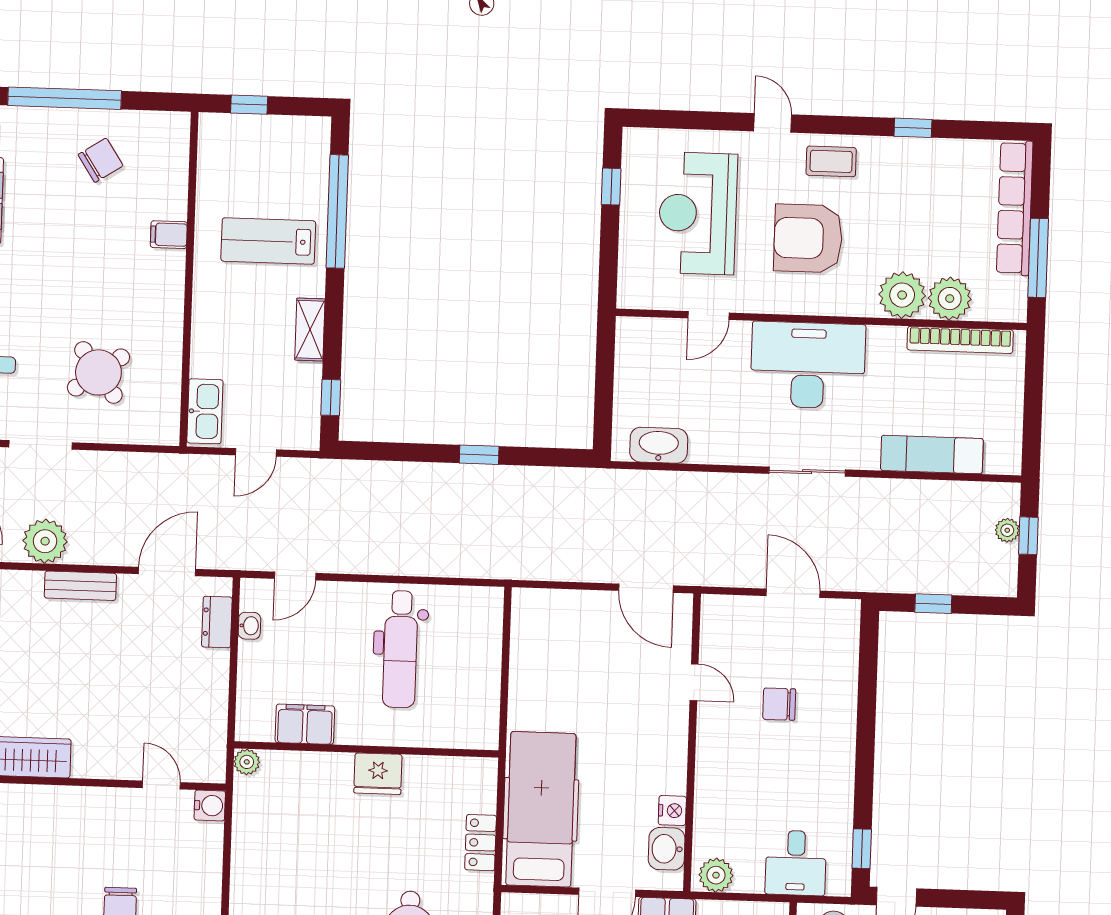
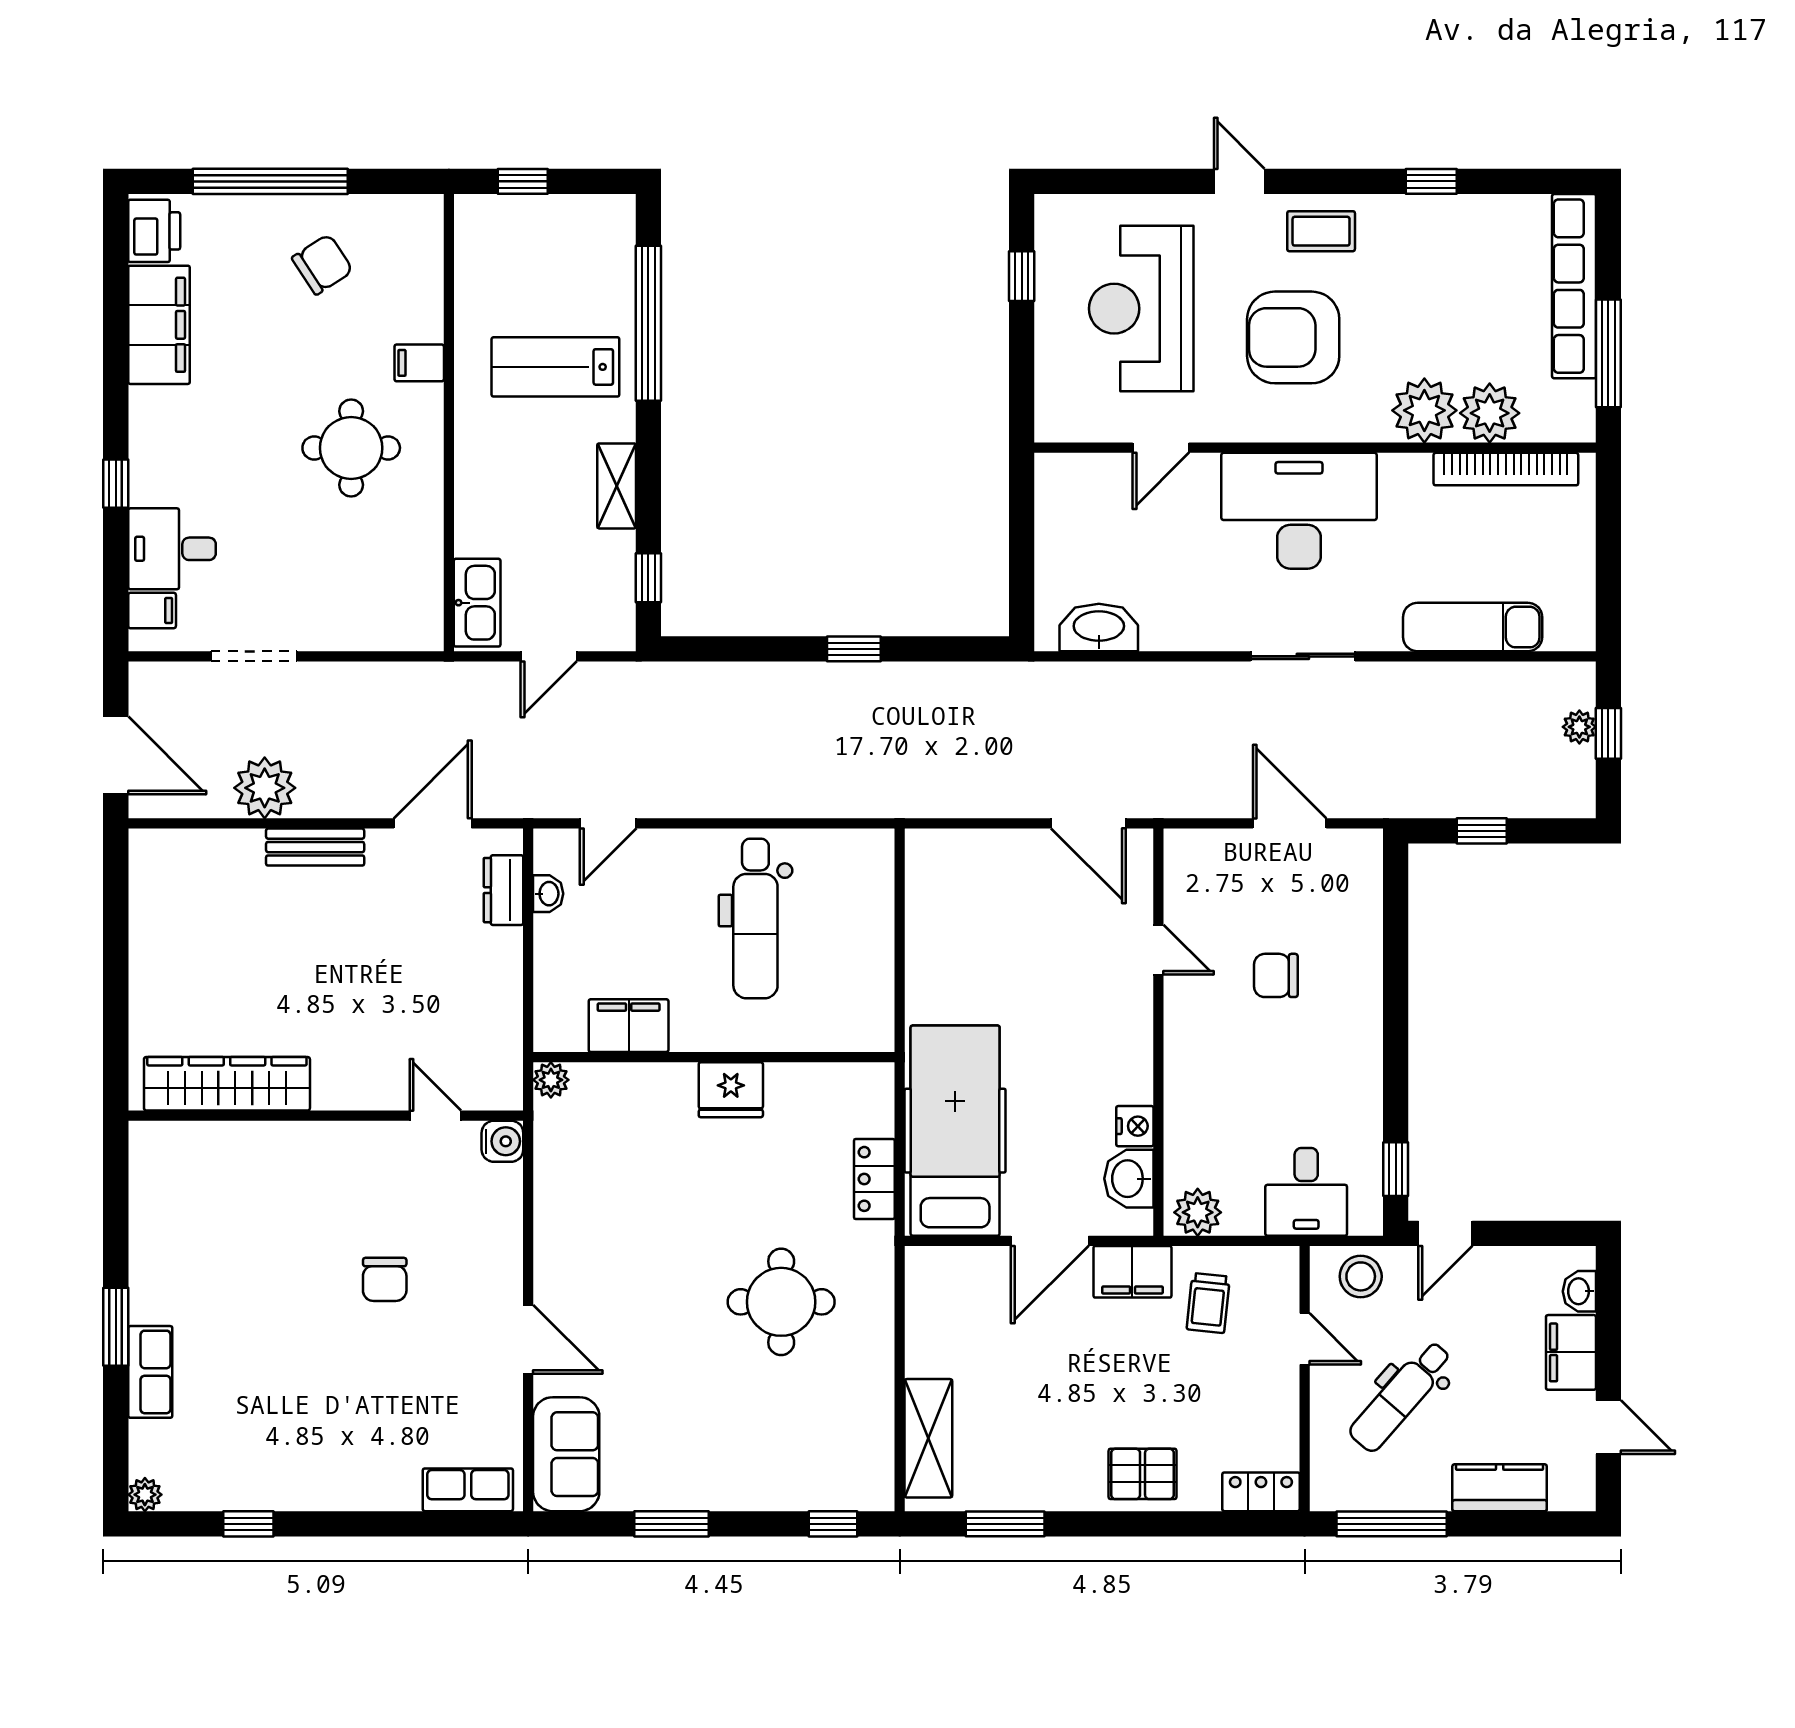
round table: (98, 372) -> (351, 448), moved, turned 36

